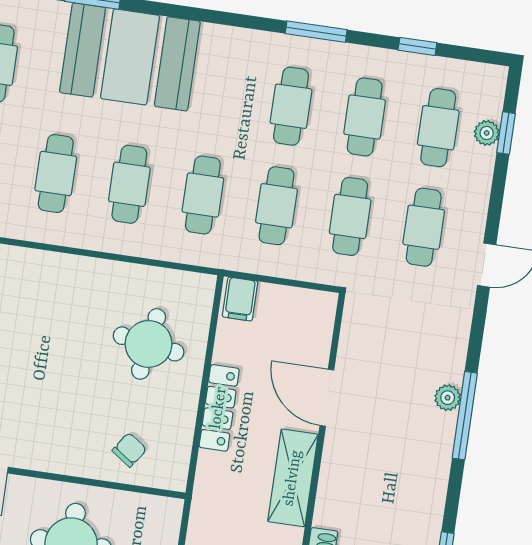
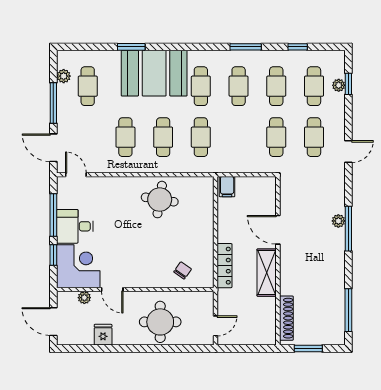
cafe table: (277, 206) -> (201, 86), moved
round table: (149, 344) -> (160, 200), moved
locker: (219, 408) -> (225, 266), moved

